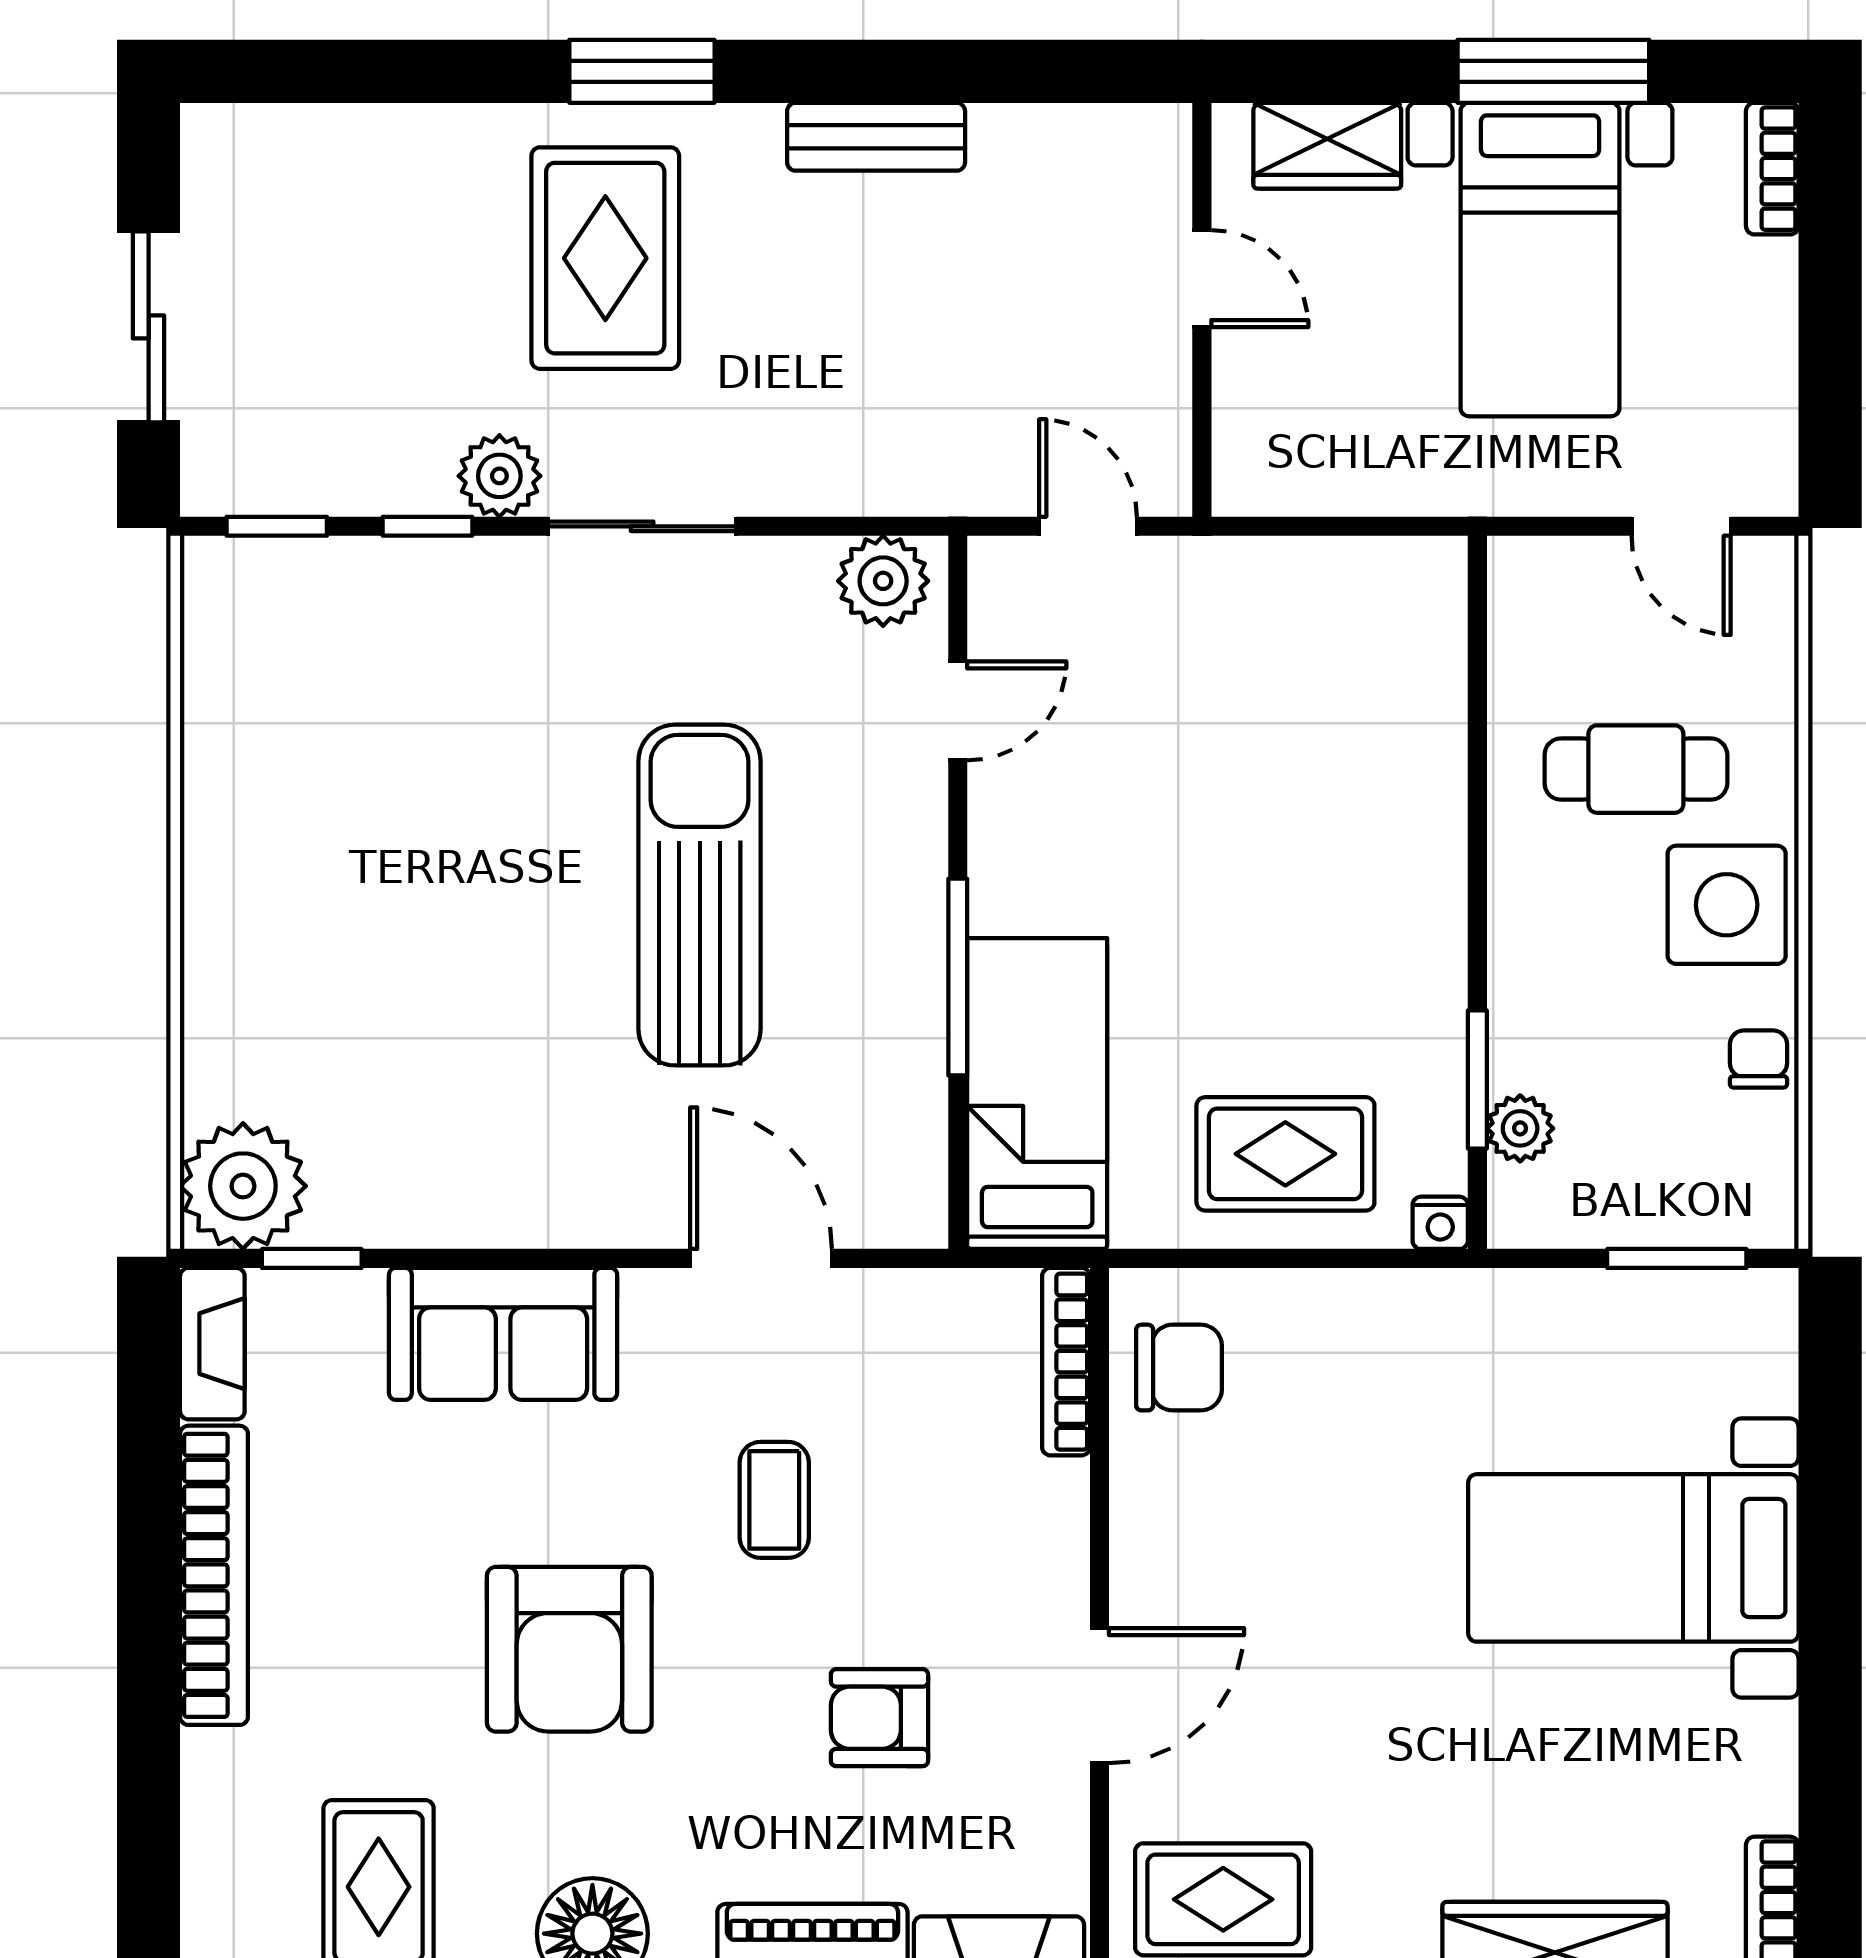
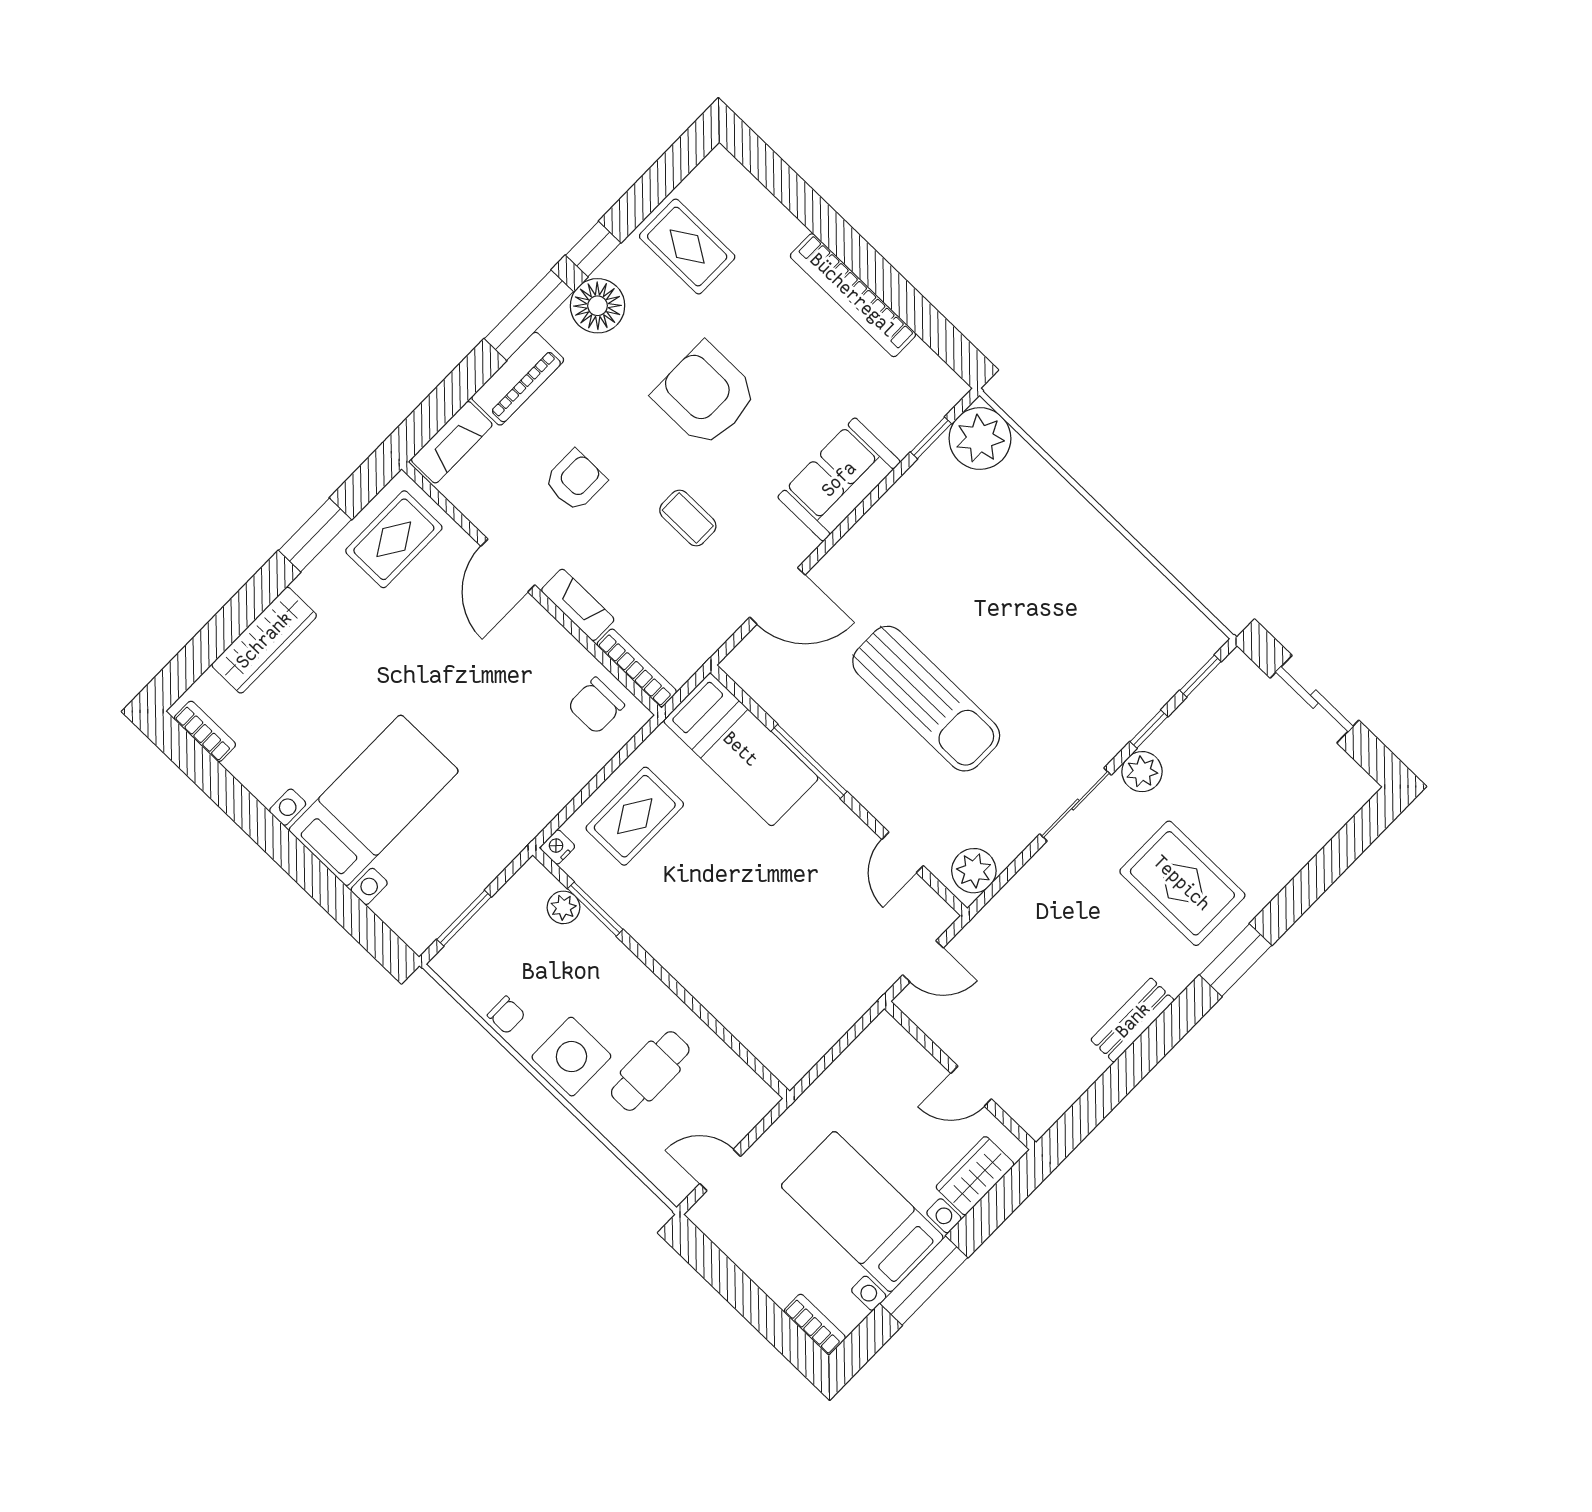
fireplace: (212, 1344) -> (578, 605), moved, turned 180

